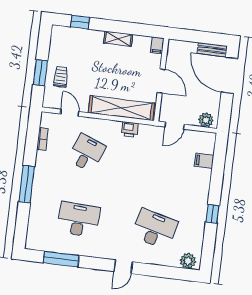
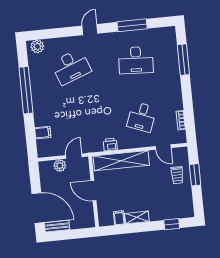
filing cabinet: (157, 45) -> (119, 218), moved
plant: (206, 120) -> (60, 166), moved
window: (27, 184) -> (183, 60), moved
window: (212, 214) -> (26, 90), width x3.17
desk: (155, 229) -> (71, 67), turned -36
window: (61, 259) -> (132, 25), moved

